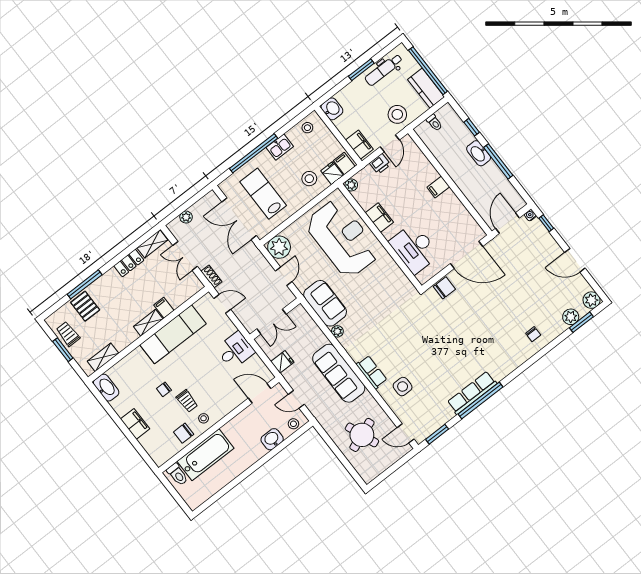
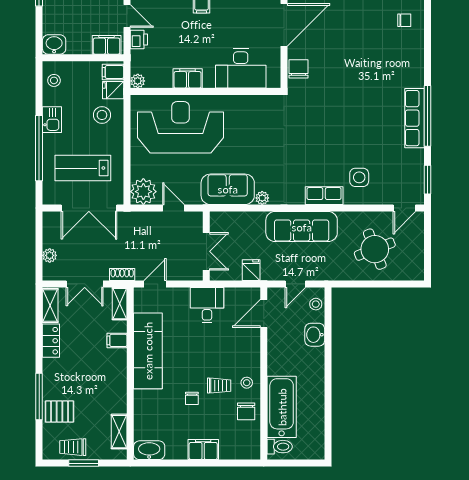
shelving: (148, 323) -> (120, 304), moved

